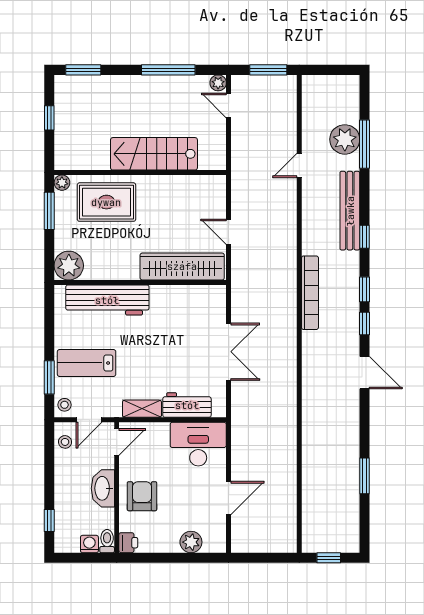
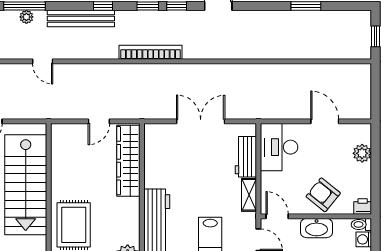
plant: (345, 139) -> (26, 17), width x0.53, depth x0.53
stairs: (154, 154) -> (26, 185), width x1.36, depth x1.51
armchair: (142, 496) -> (323, 195), turned 39

